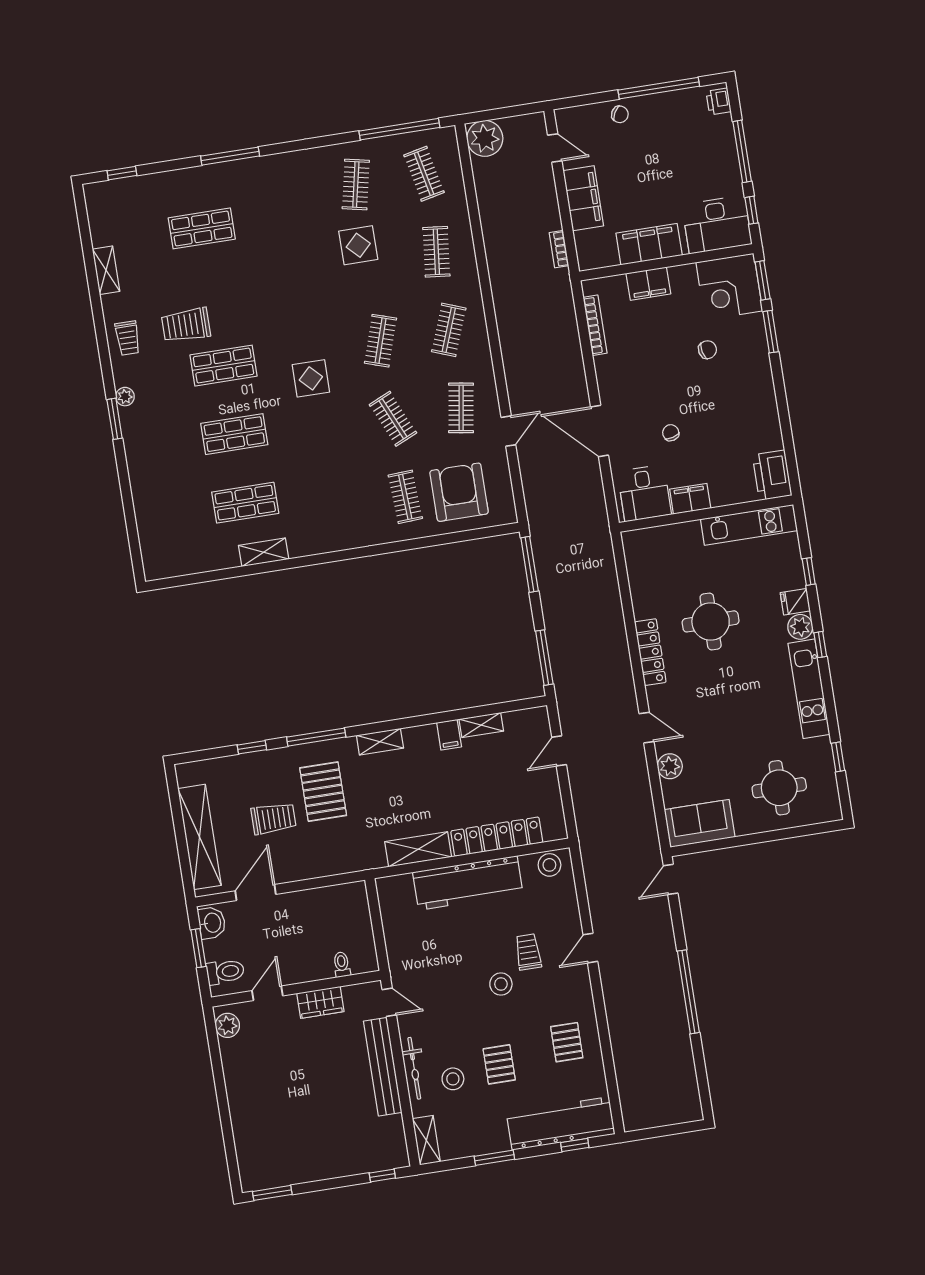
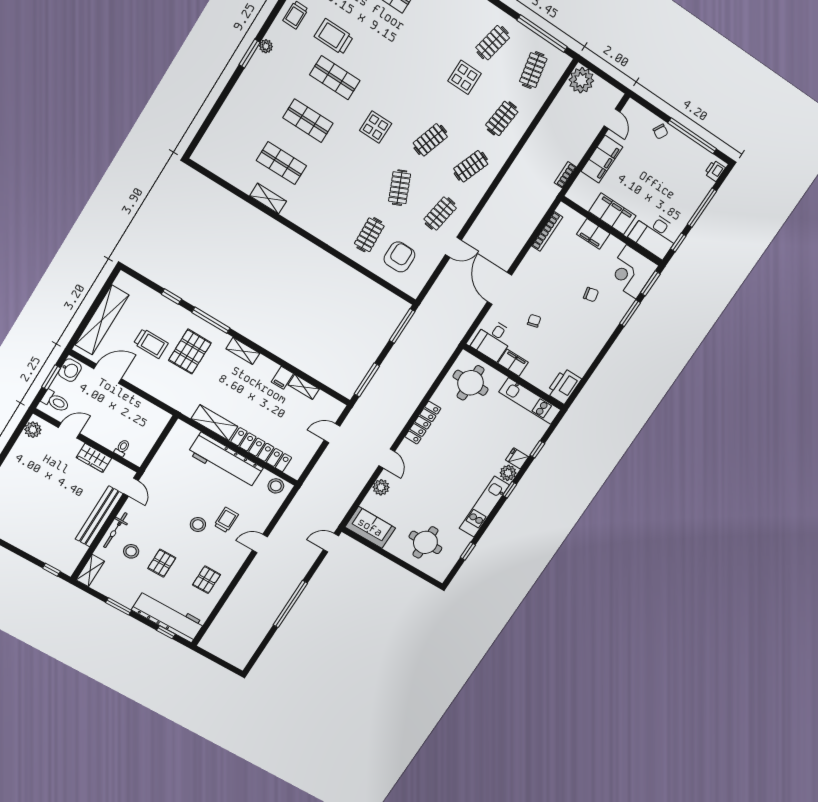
armchair: (459, 492) -> (399, 257), width x0.73, depth x0.73
round table: (711, 621) -> (471, 383), moved

